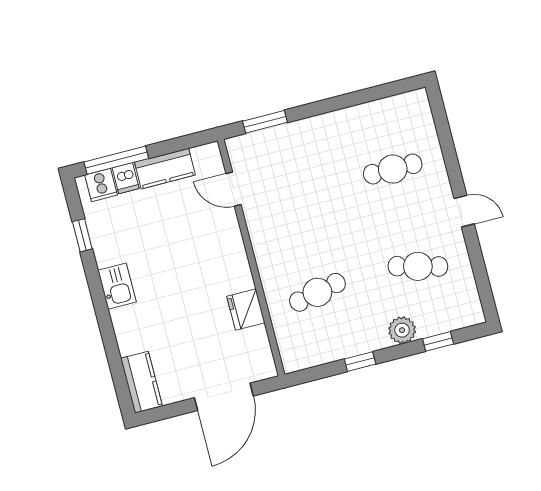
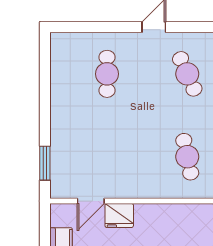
cafe table: (418, 266) -> (187, 74), turned -39
fridge: (246, 310) -> (119, 215), moved

